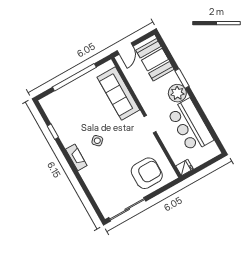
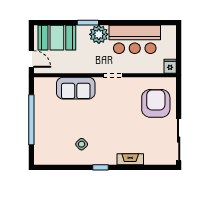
sofa: (118, 94) -> (76, 88), width x0.73
window: (53, 132) -> (101, 167), moved
side table: (97, 141) -> (82, 144), moved
fireplace: (76, 157) -> (130, 159), moved

